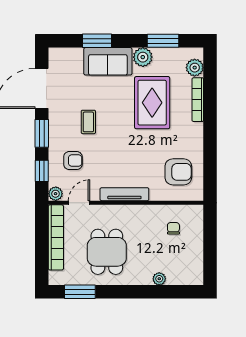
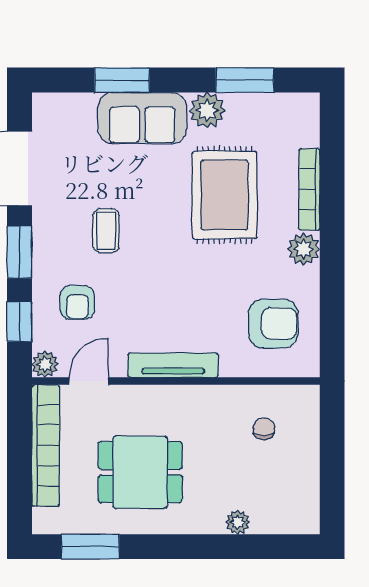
plant: (195, 68) -> (304, 249), moved
armchair: (73, 161) -> (77, 303), turned 90
dining table: (107, 252) -> (140, 472), turned 90

